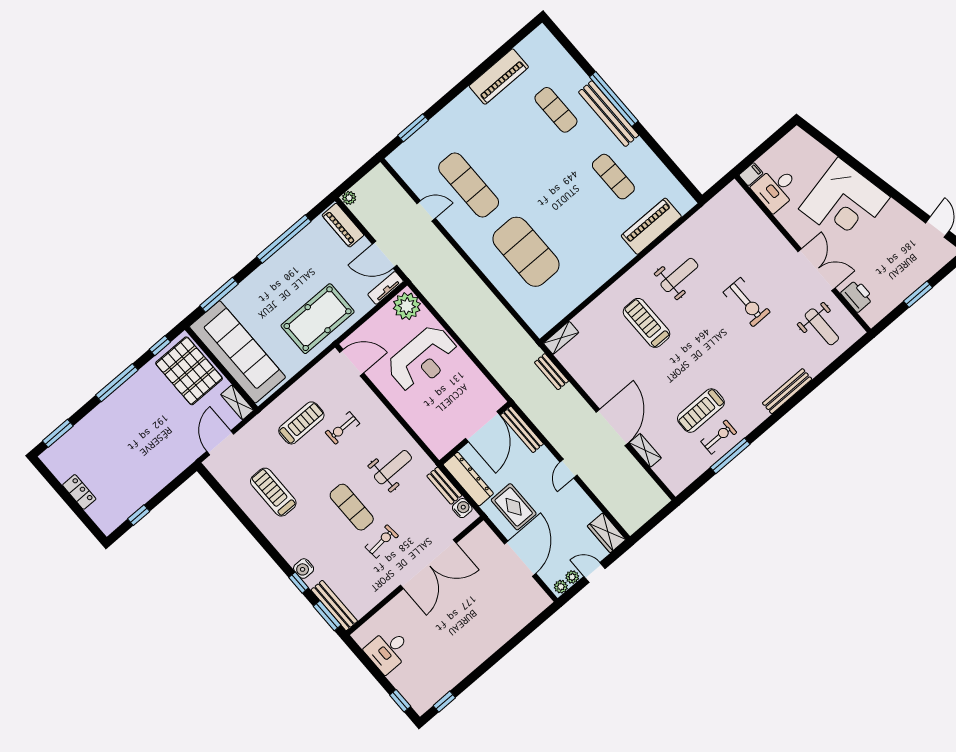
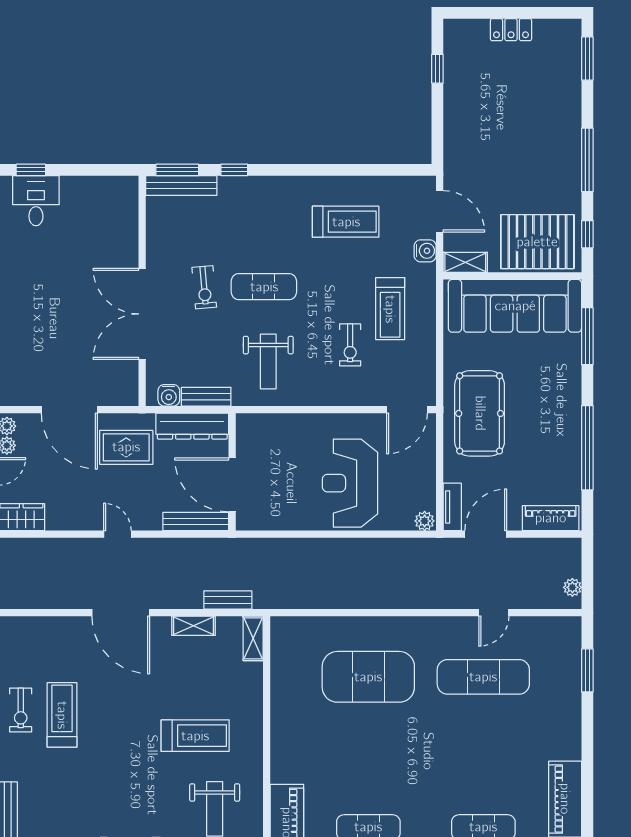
plant: (349, 198) -> (572, 587), moved
plant: (407, 306) -> (425, 521), width x0.53, depth x0.53
exercise bike: (342, 428) -> (350, 345), turned 180
shelving: (645, 450) -> (193, 626), moved
water cooler: (304, 569) -> (425, 251), moved, turned 90
desk: (388, 650) -> (36, 201), moved

